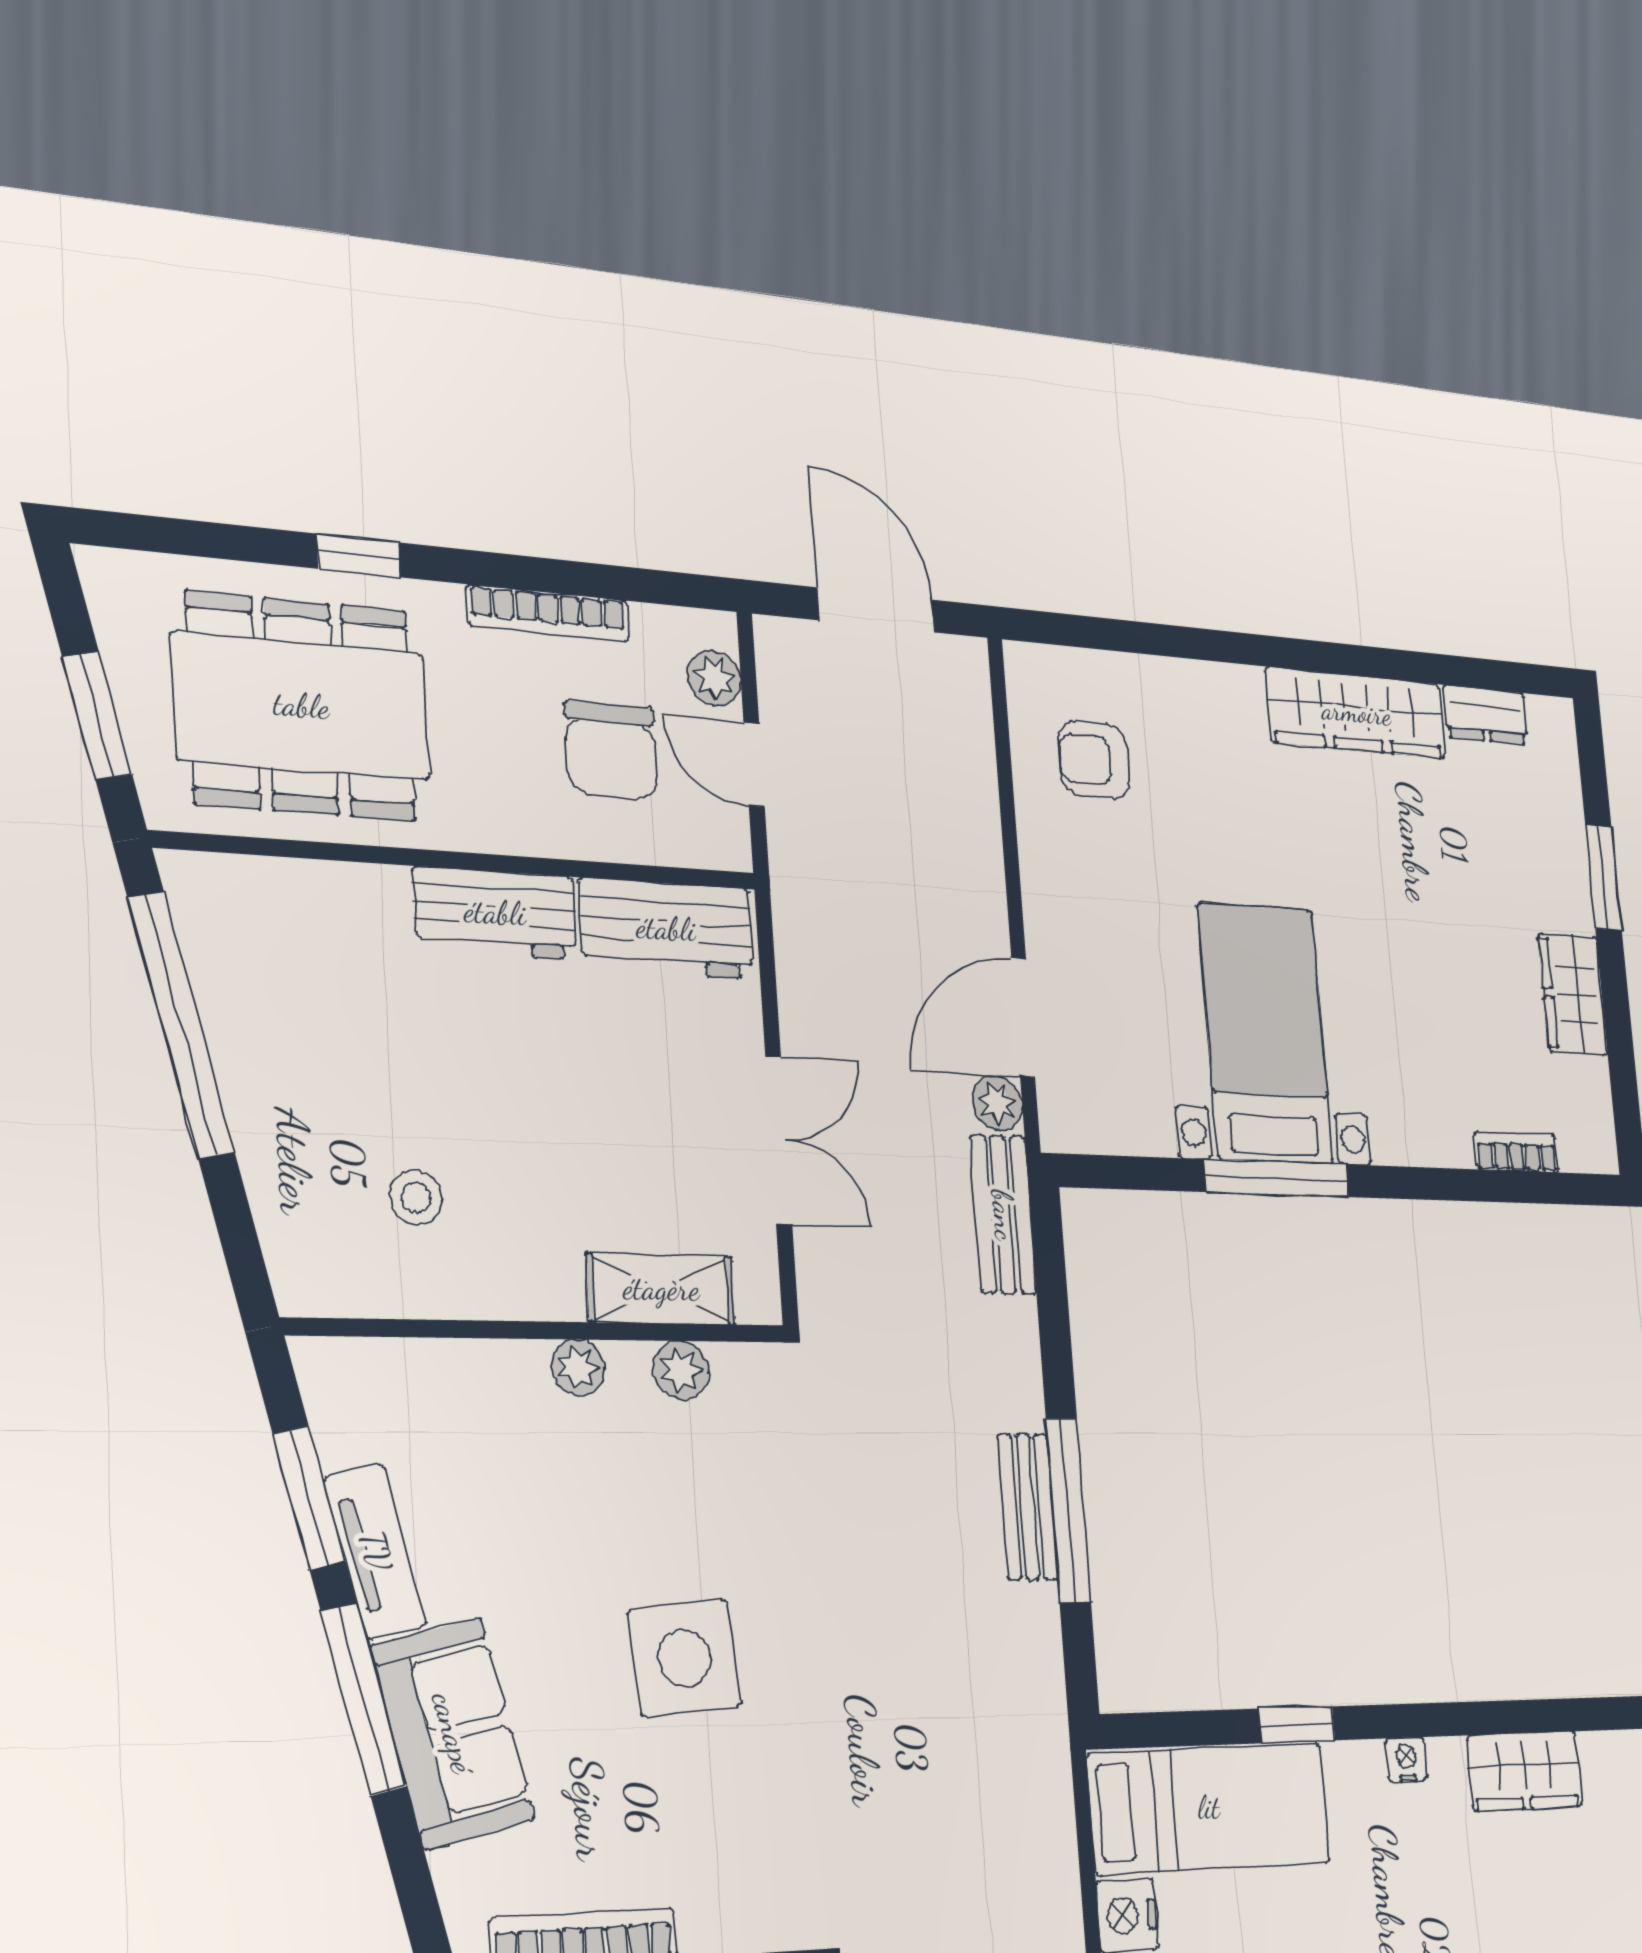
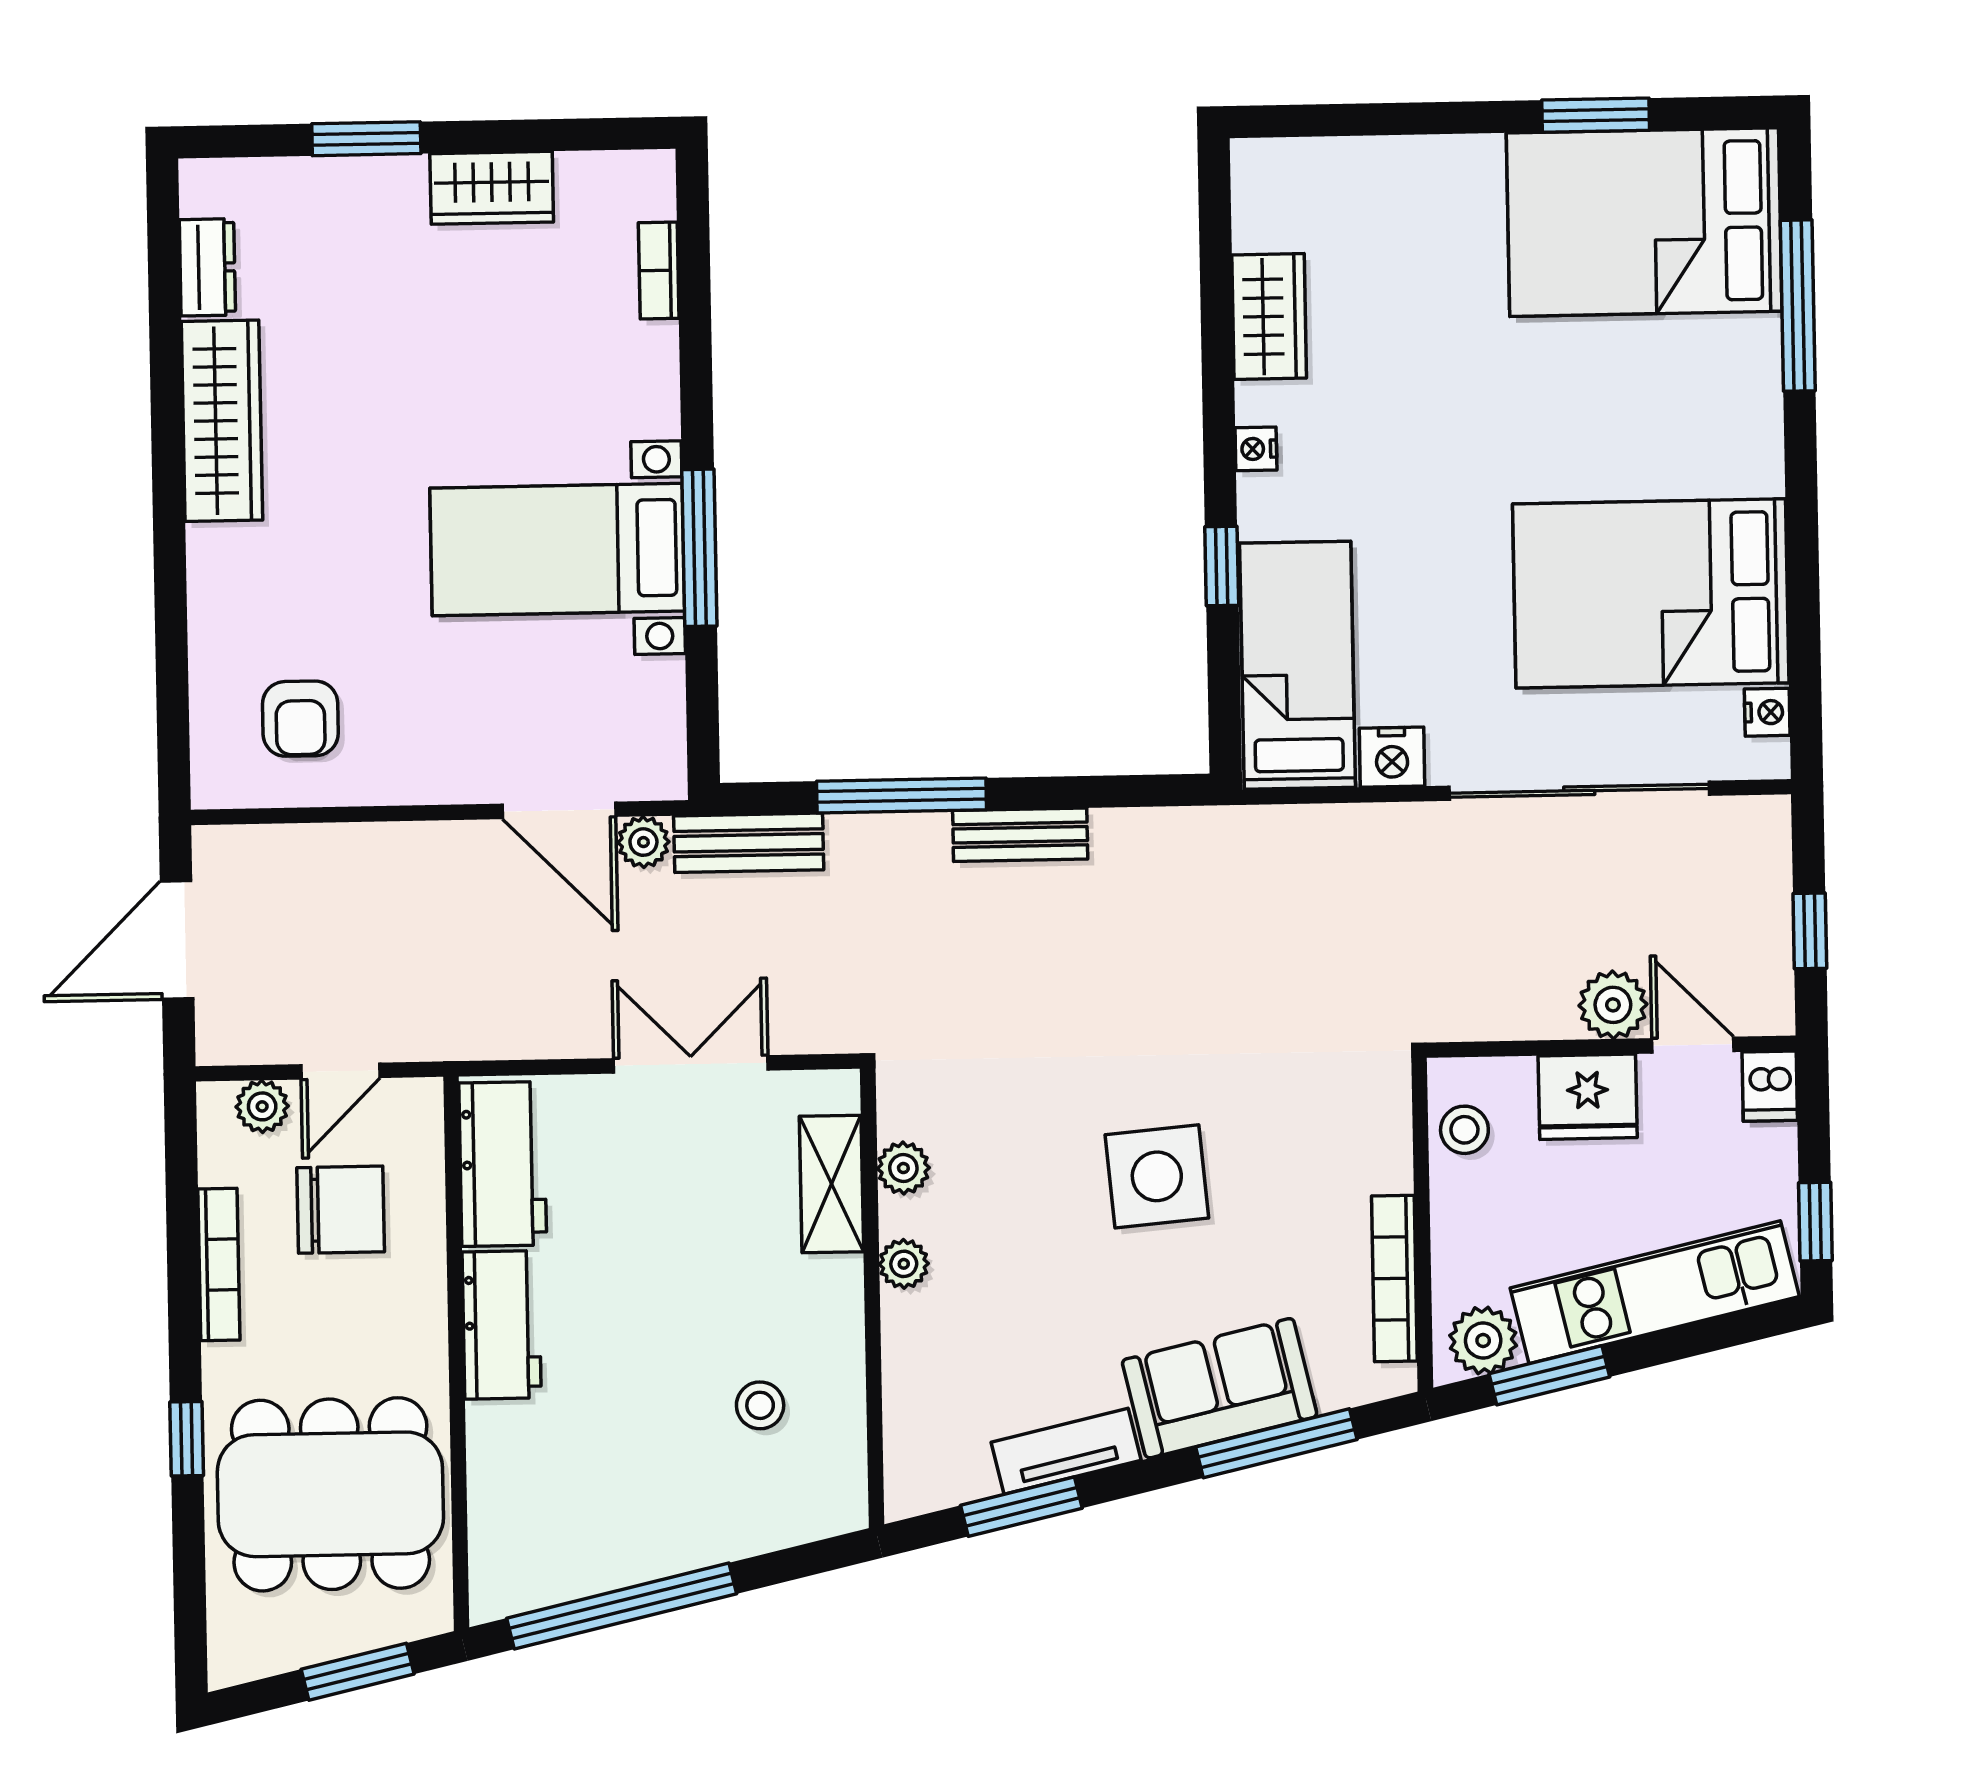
dining table: (301, 706) -> (330, 1494), turned 90
window: (1068, 1510) -> (901, 795), moved
window: (364, 1699) -> (1276, 1443), moved

